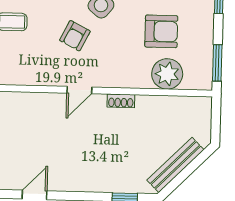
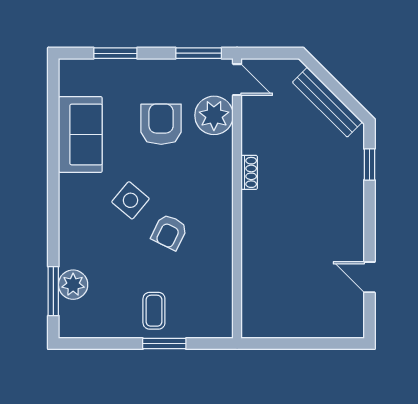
armchair: (75, 36) -> (169, 232), turned 89
door: (79, 90) -> (237, 80), moved

